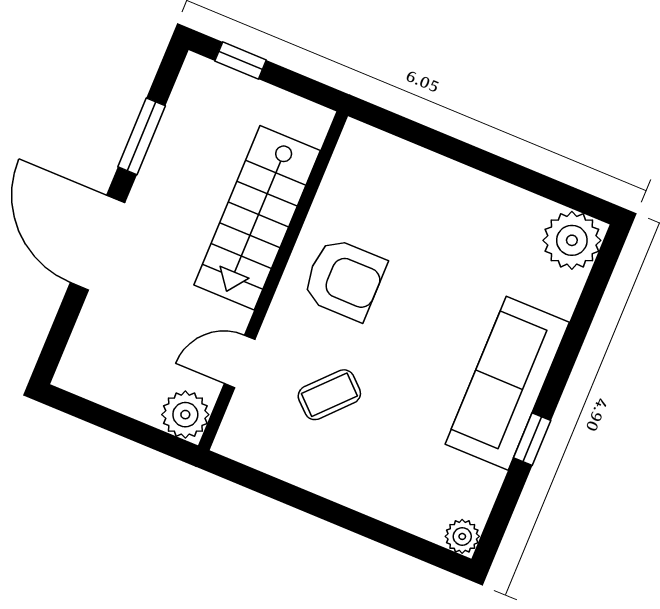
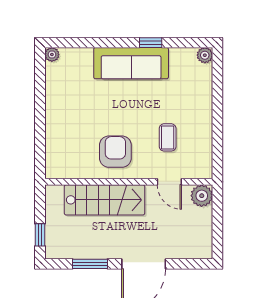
plant: (572, 240) -> (52, 55), width x0.53, depth x0.53
coffee table: (329, 395) -> (168, 137), turned 47

